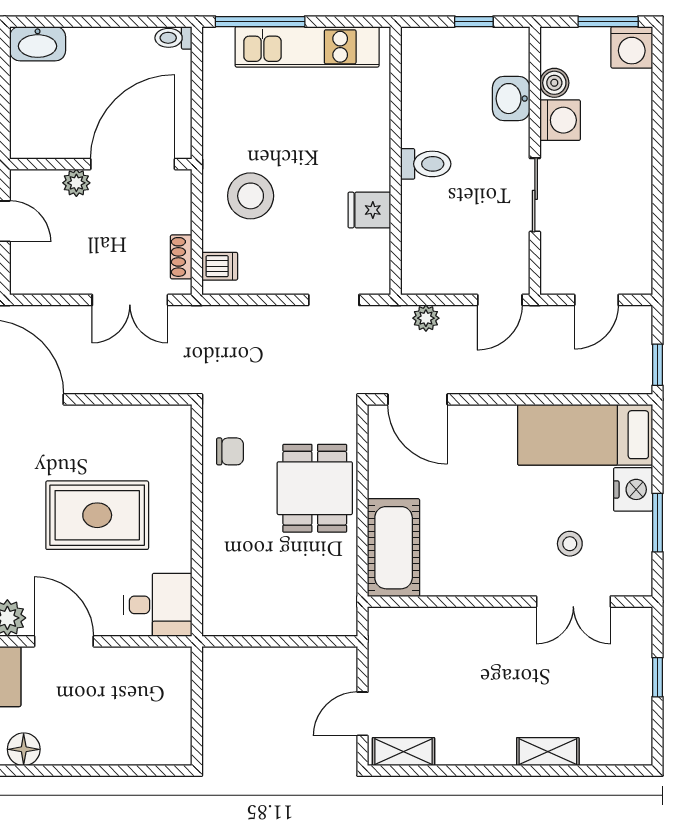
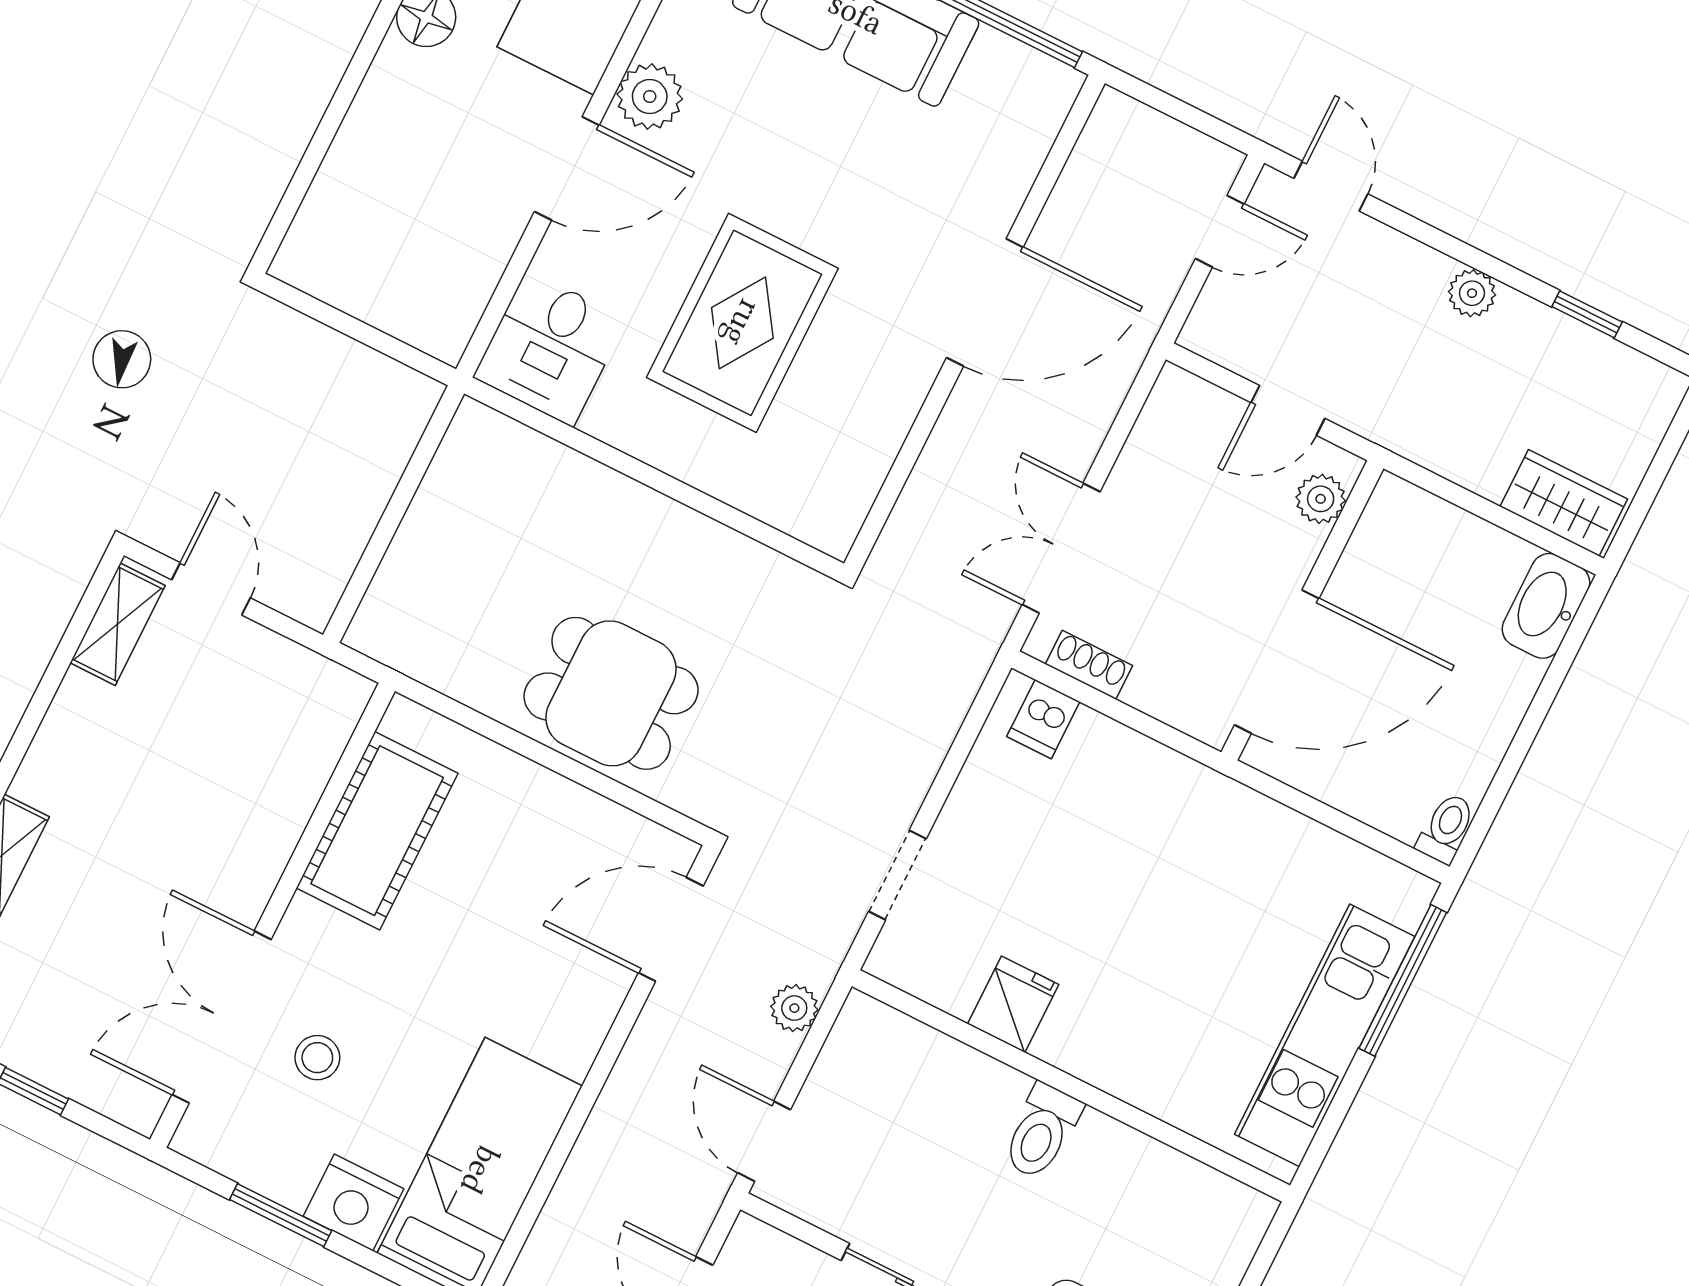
door: (133, 164) -> (1277, 662), hinge flipped
plant: (76, 183) -> (1321, 499), moved
stool: (251, 196) -> (1131, 825), removed
chair: (230, 451) -> (738, 587), removed
cot: (394, 548) -> (377, 831), moved, turned 90
double door: (573, 602) -> (222, 1017), width x1.37

